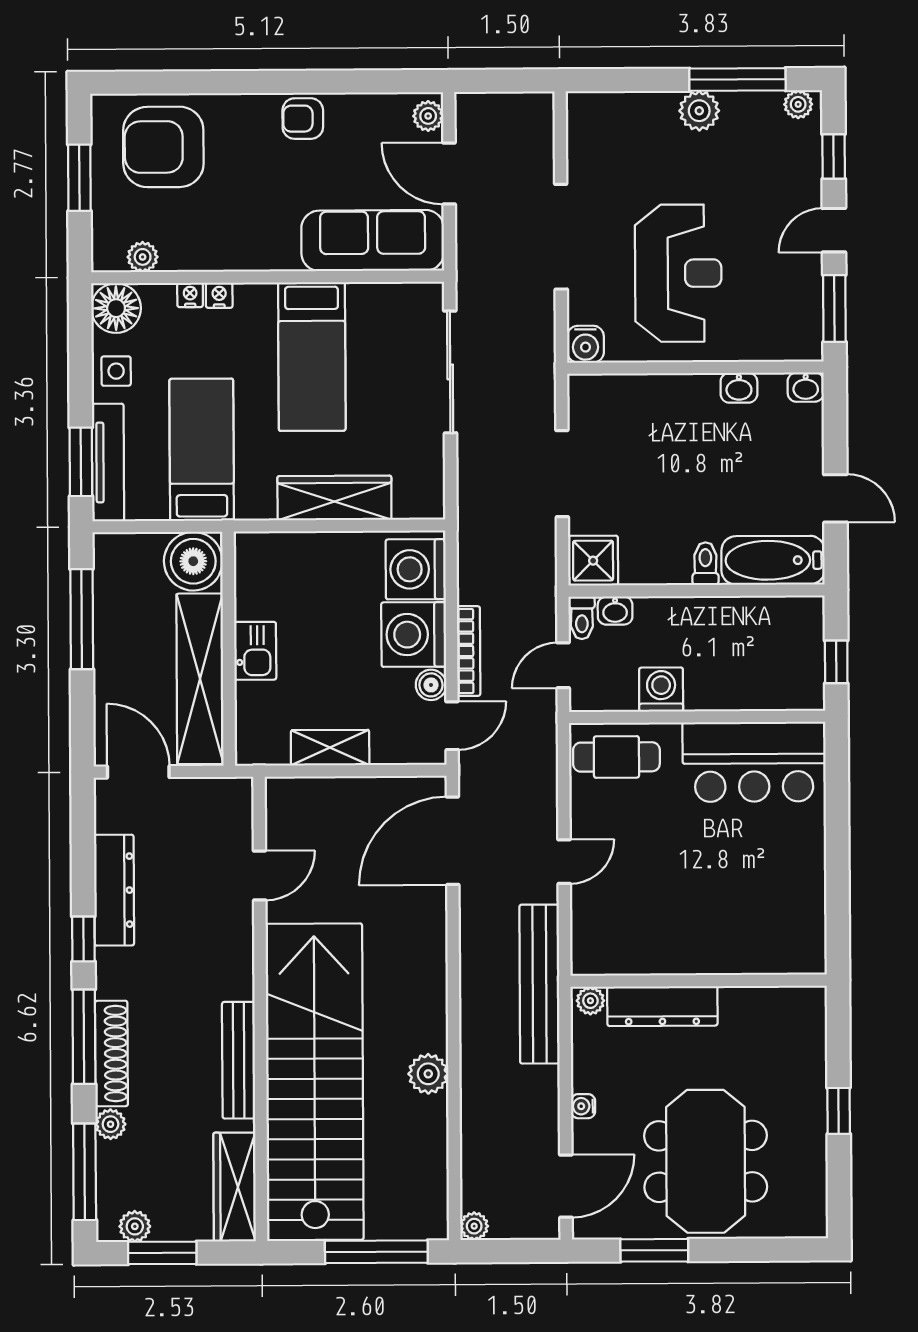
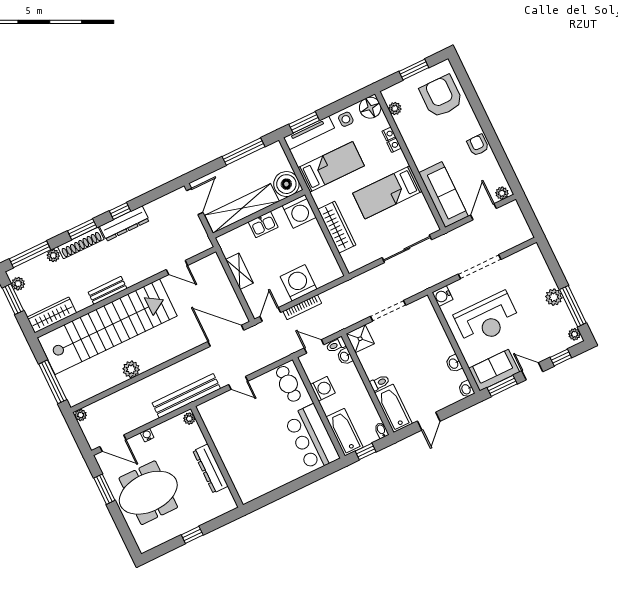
sofa: (793, 310) -> (494, 370), added
washing machine: (416, 569) -> (299, 211), moved, turned 180
bidet: (807, 607) -> (381, 430), added
boiler: (431, 685) -> (282, 299), removed
bathtub: (774, 687) -> (345, 432), added
door: (452, 726) -> (270, 314), swing flipped
dresser: (114, 890) -> (124, 224), moved
dresser: (662, 1006) -> (211, 469), moved
window: (84, 1037) -> (82, 229), width x0.69
bench: (239, 1060) -> (108, 290), width x0.73

